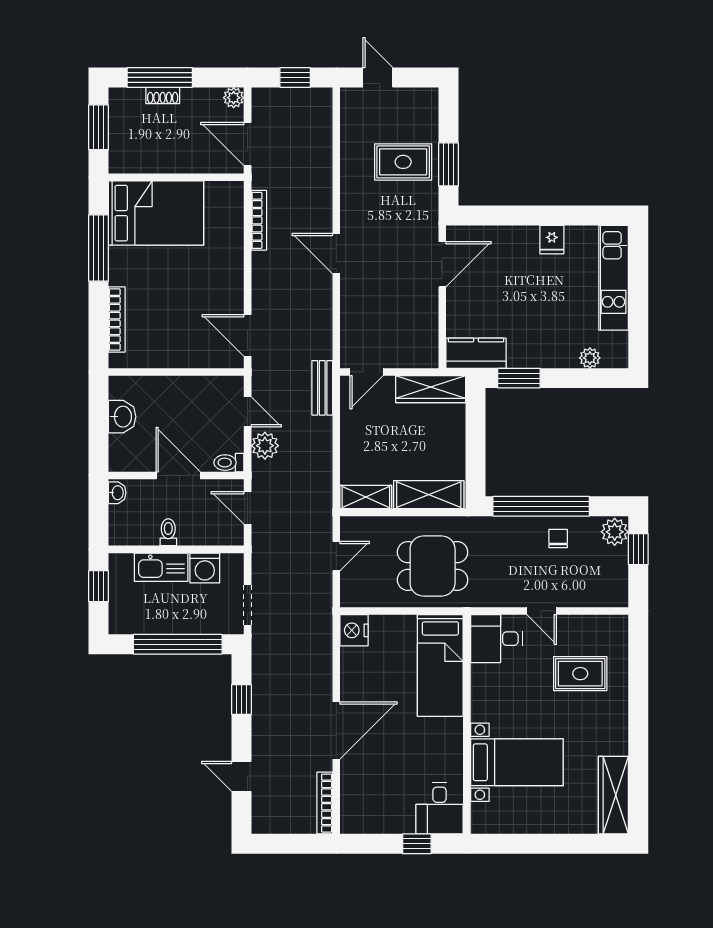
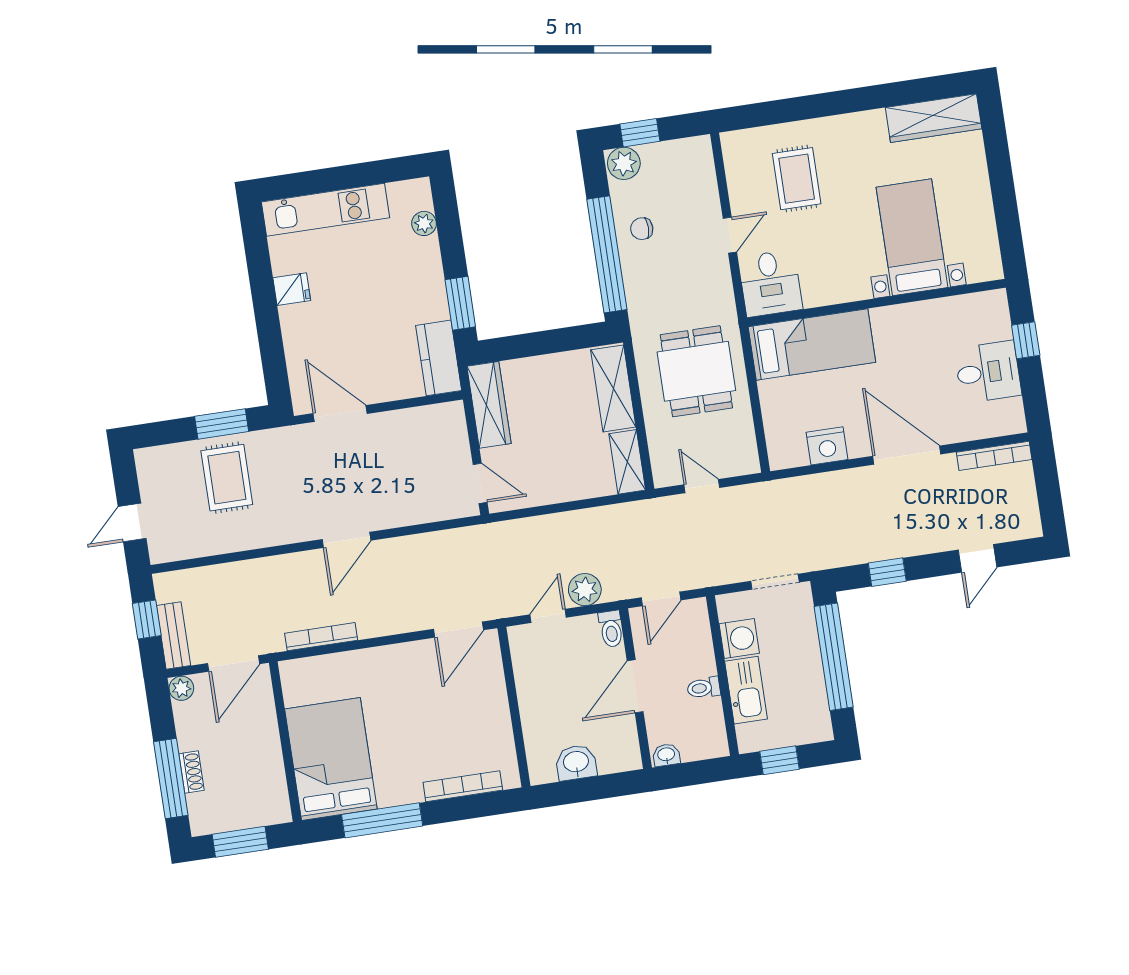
bench: (322, 388) -> (174, 635), moved, turned 90
nightstand: (354, 630) -> (827, 446), moved
desk: (440, 808) -> (988, 372), moved

